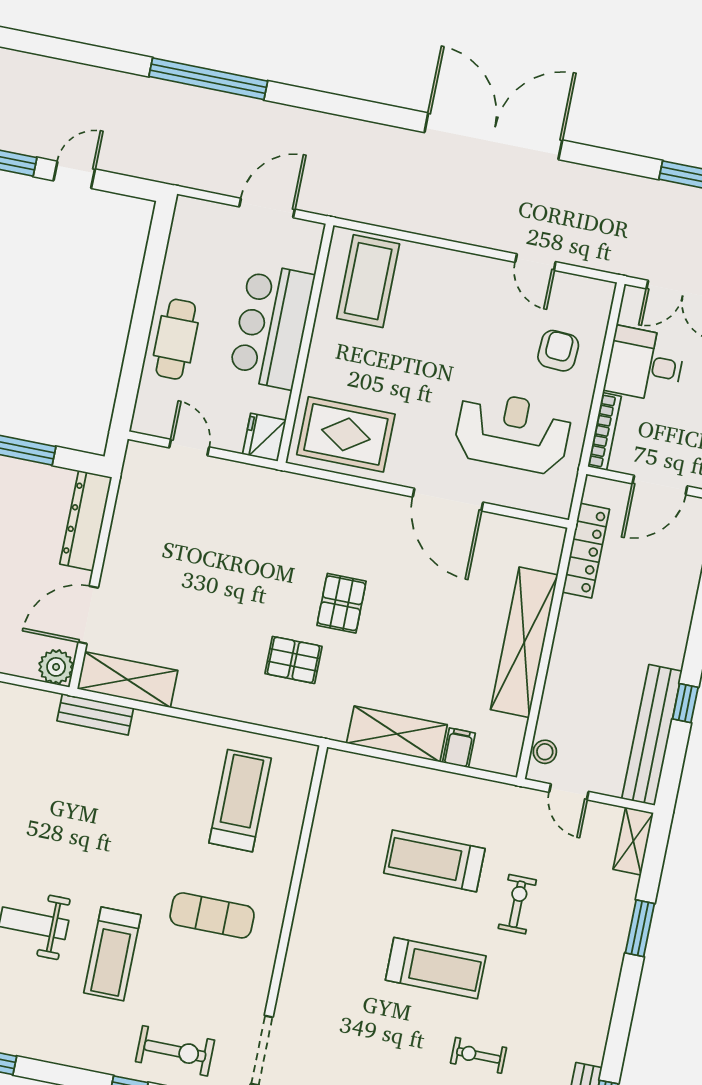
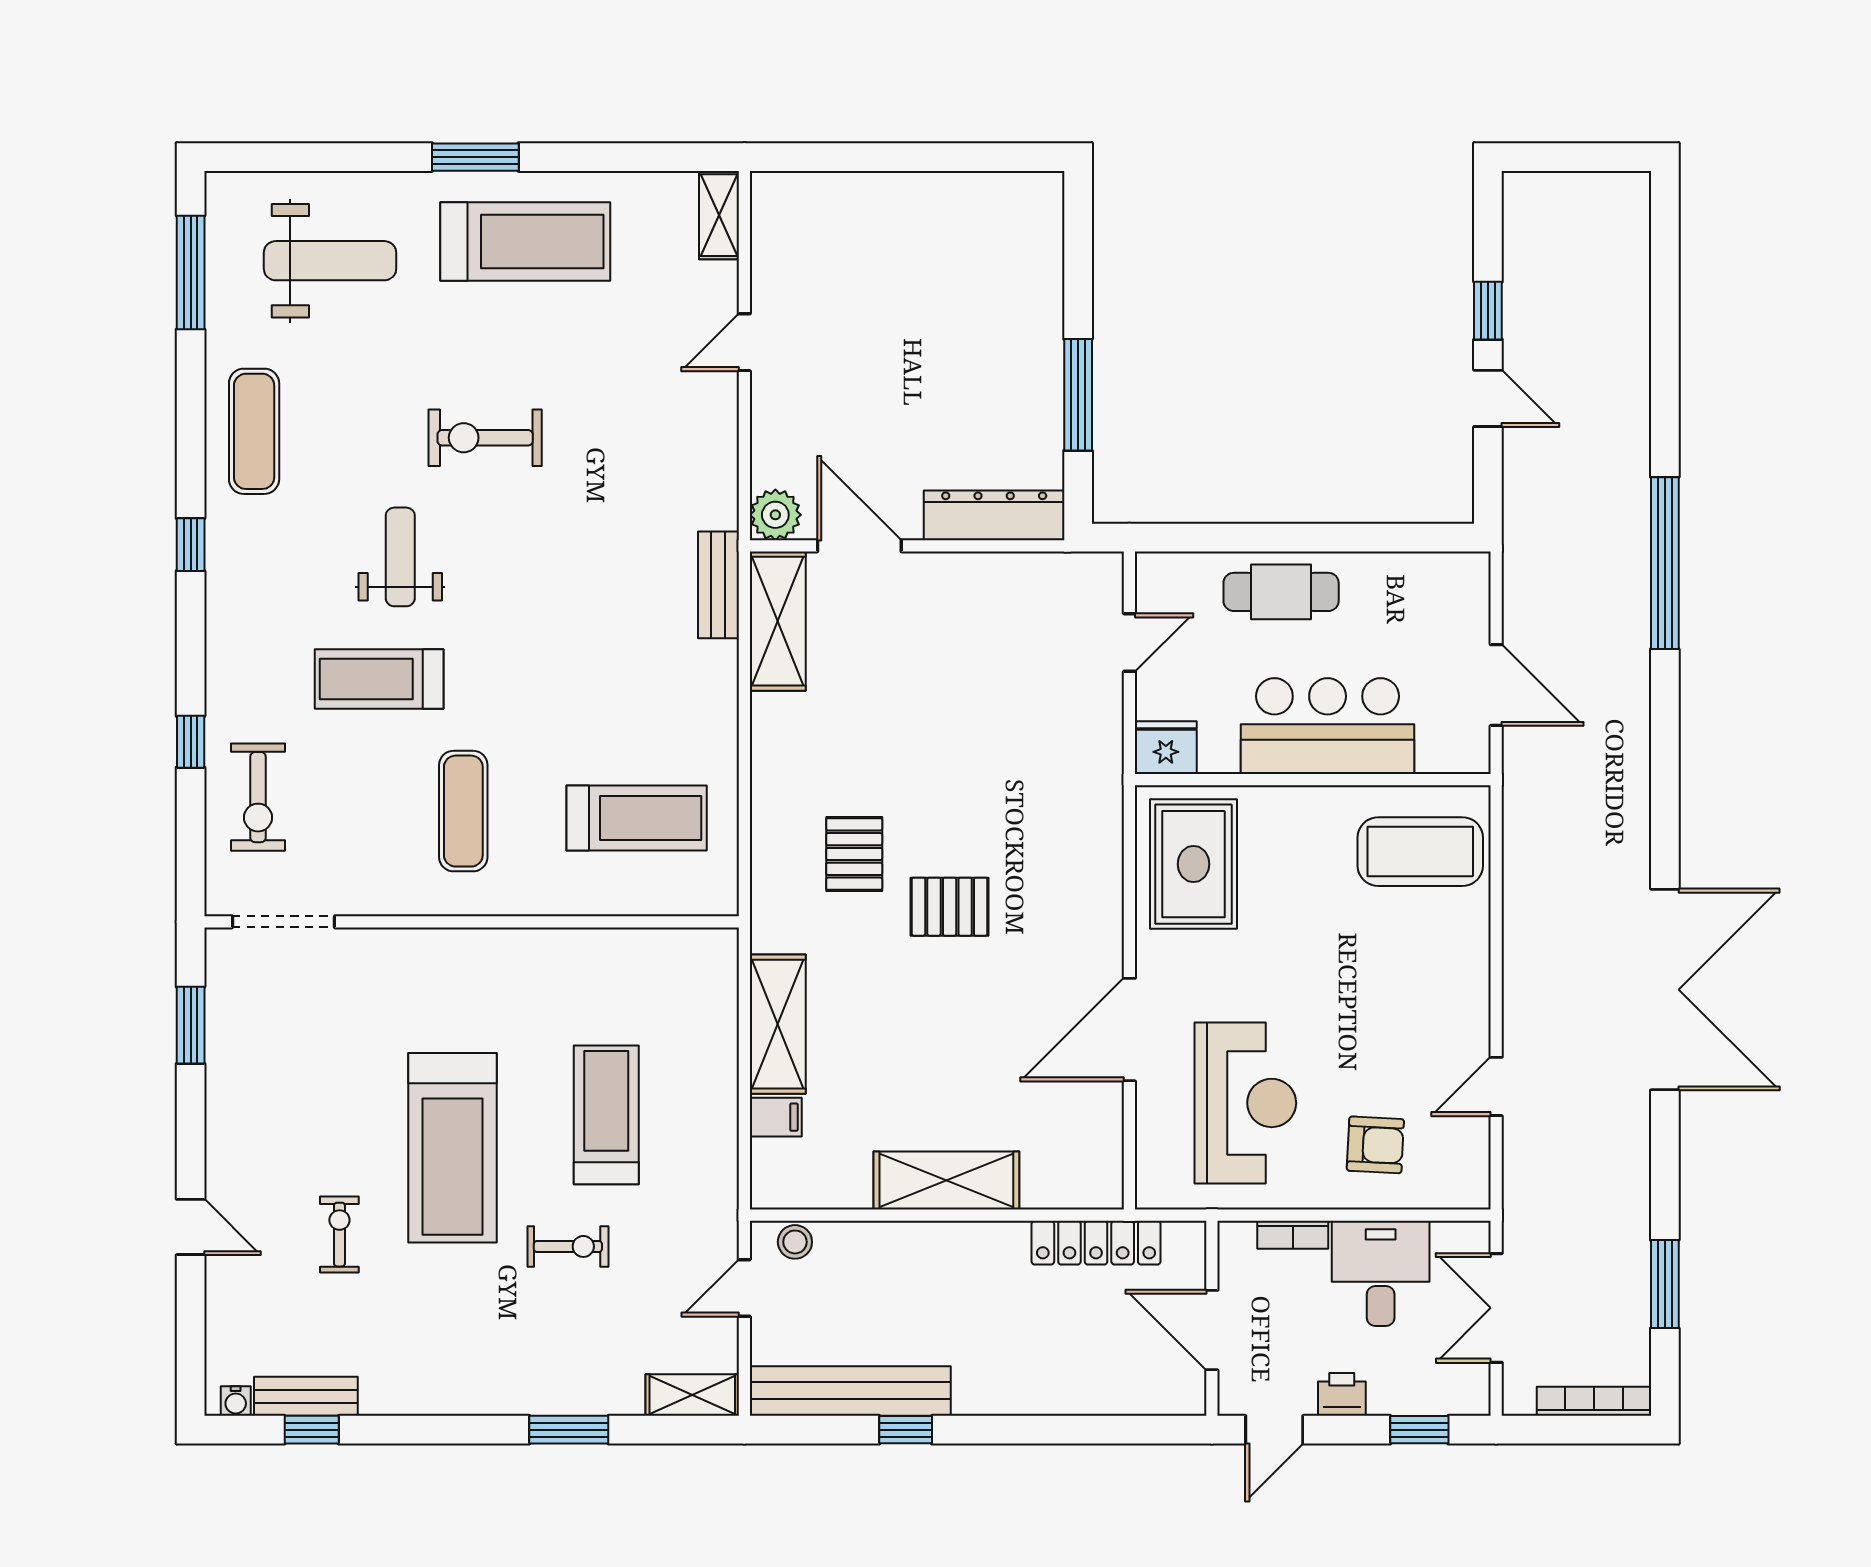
bookcase: (604, 431) -> (1293, 1235), width x0.64
shelving: (524, 642) -> (946, 1181), width x0.68
treadmill: (436, 968) -> (453, 1148), width x1.37, depth x1.38

